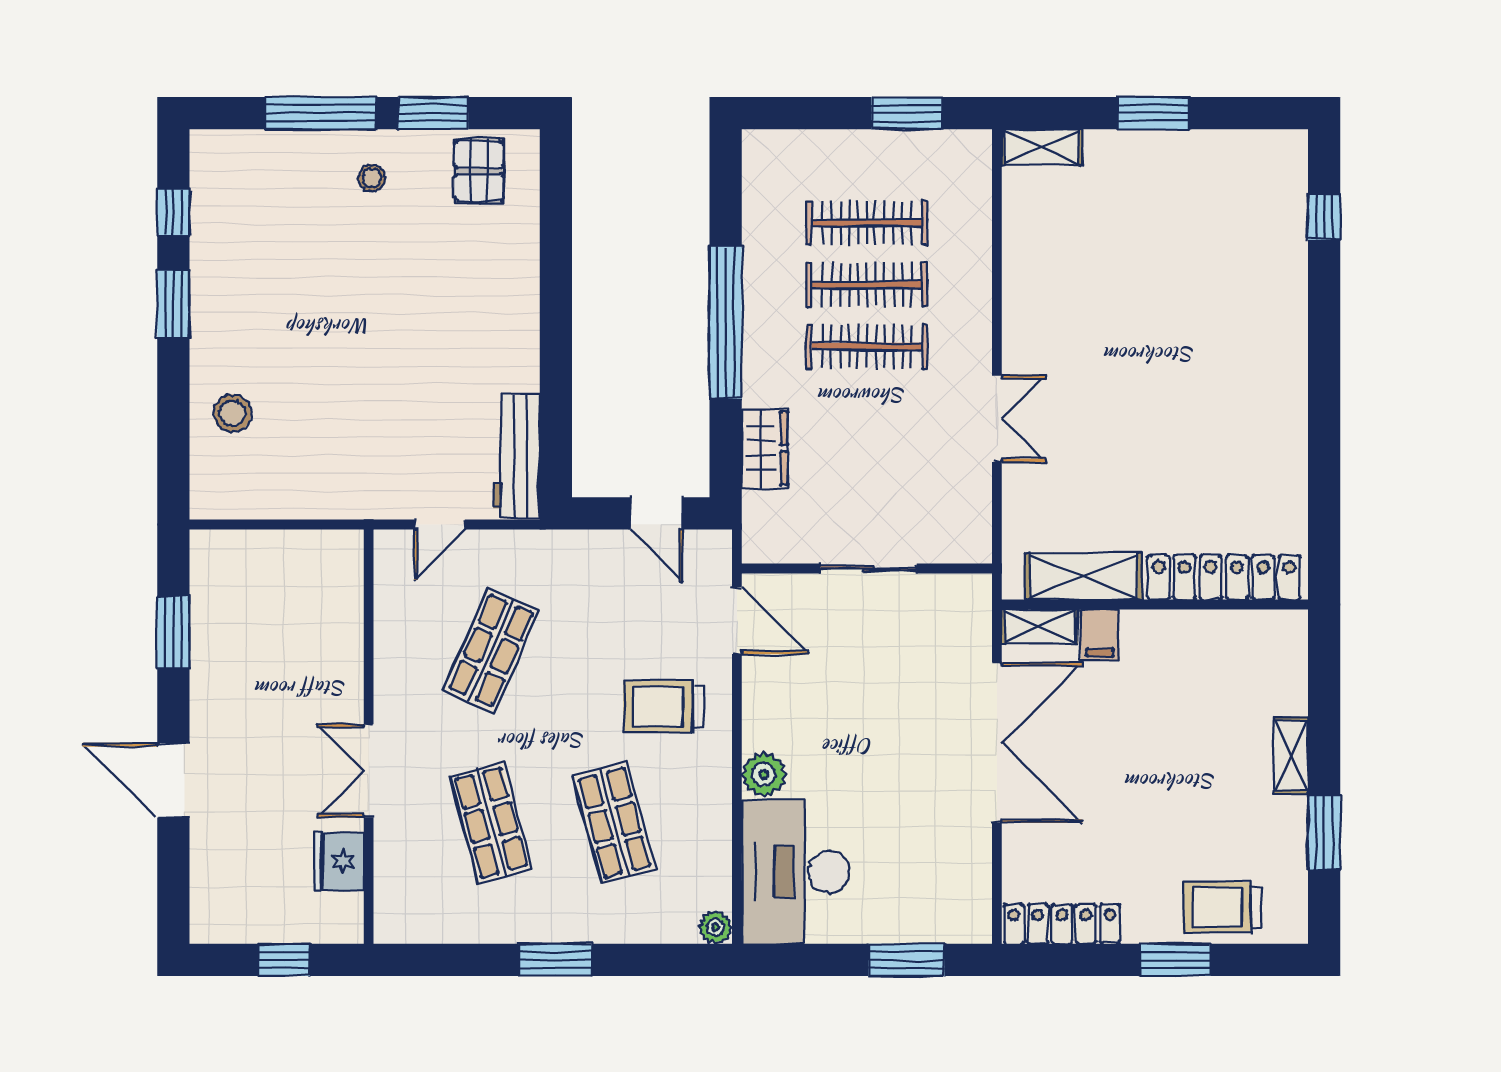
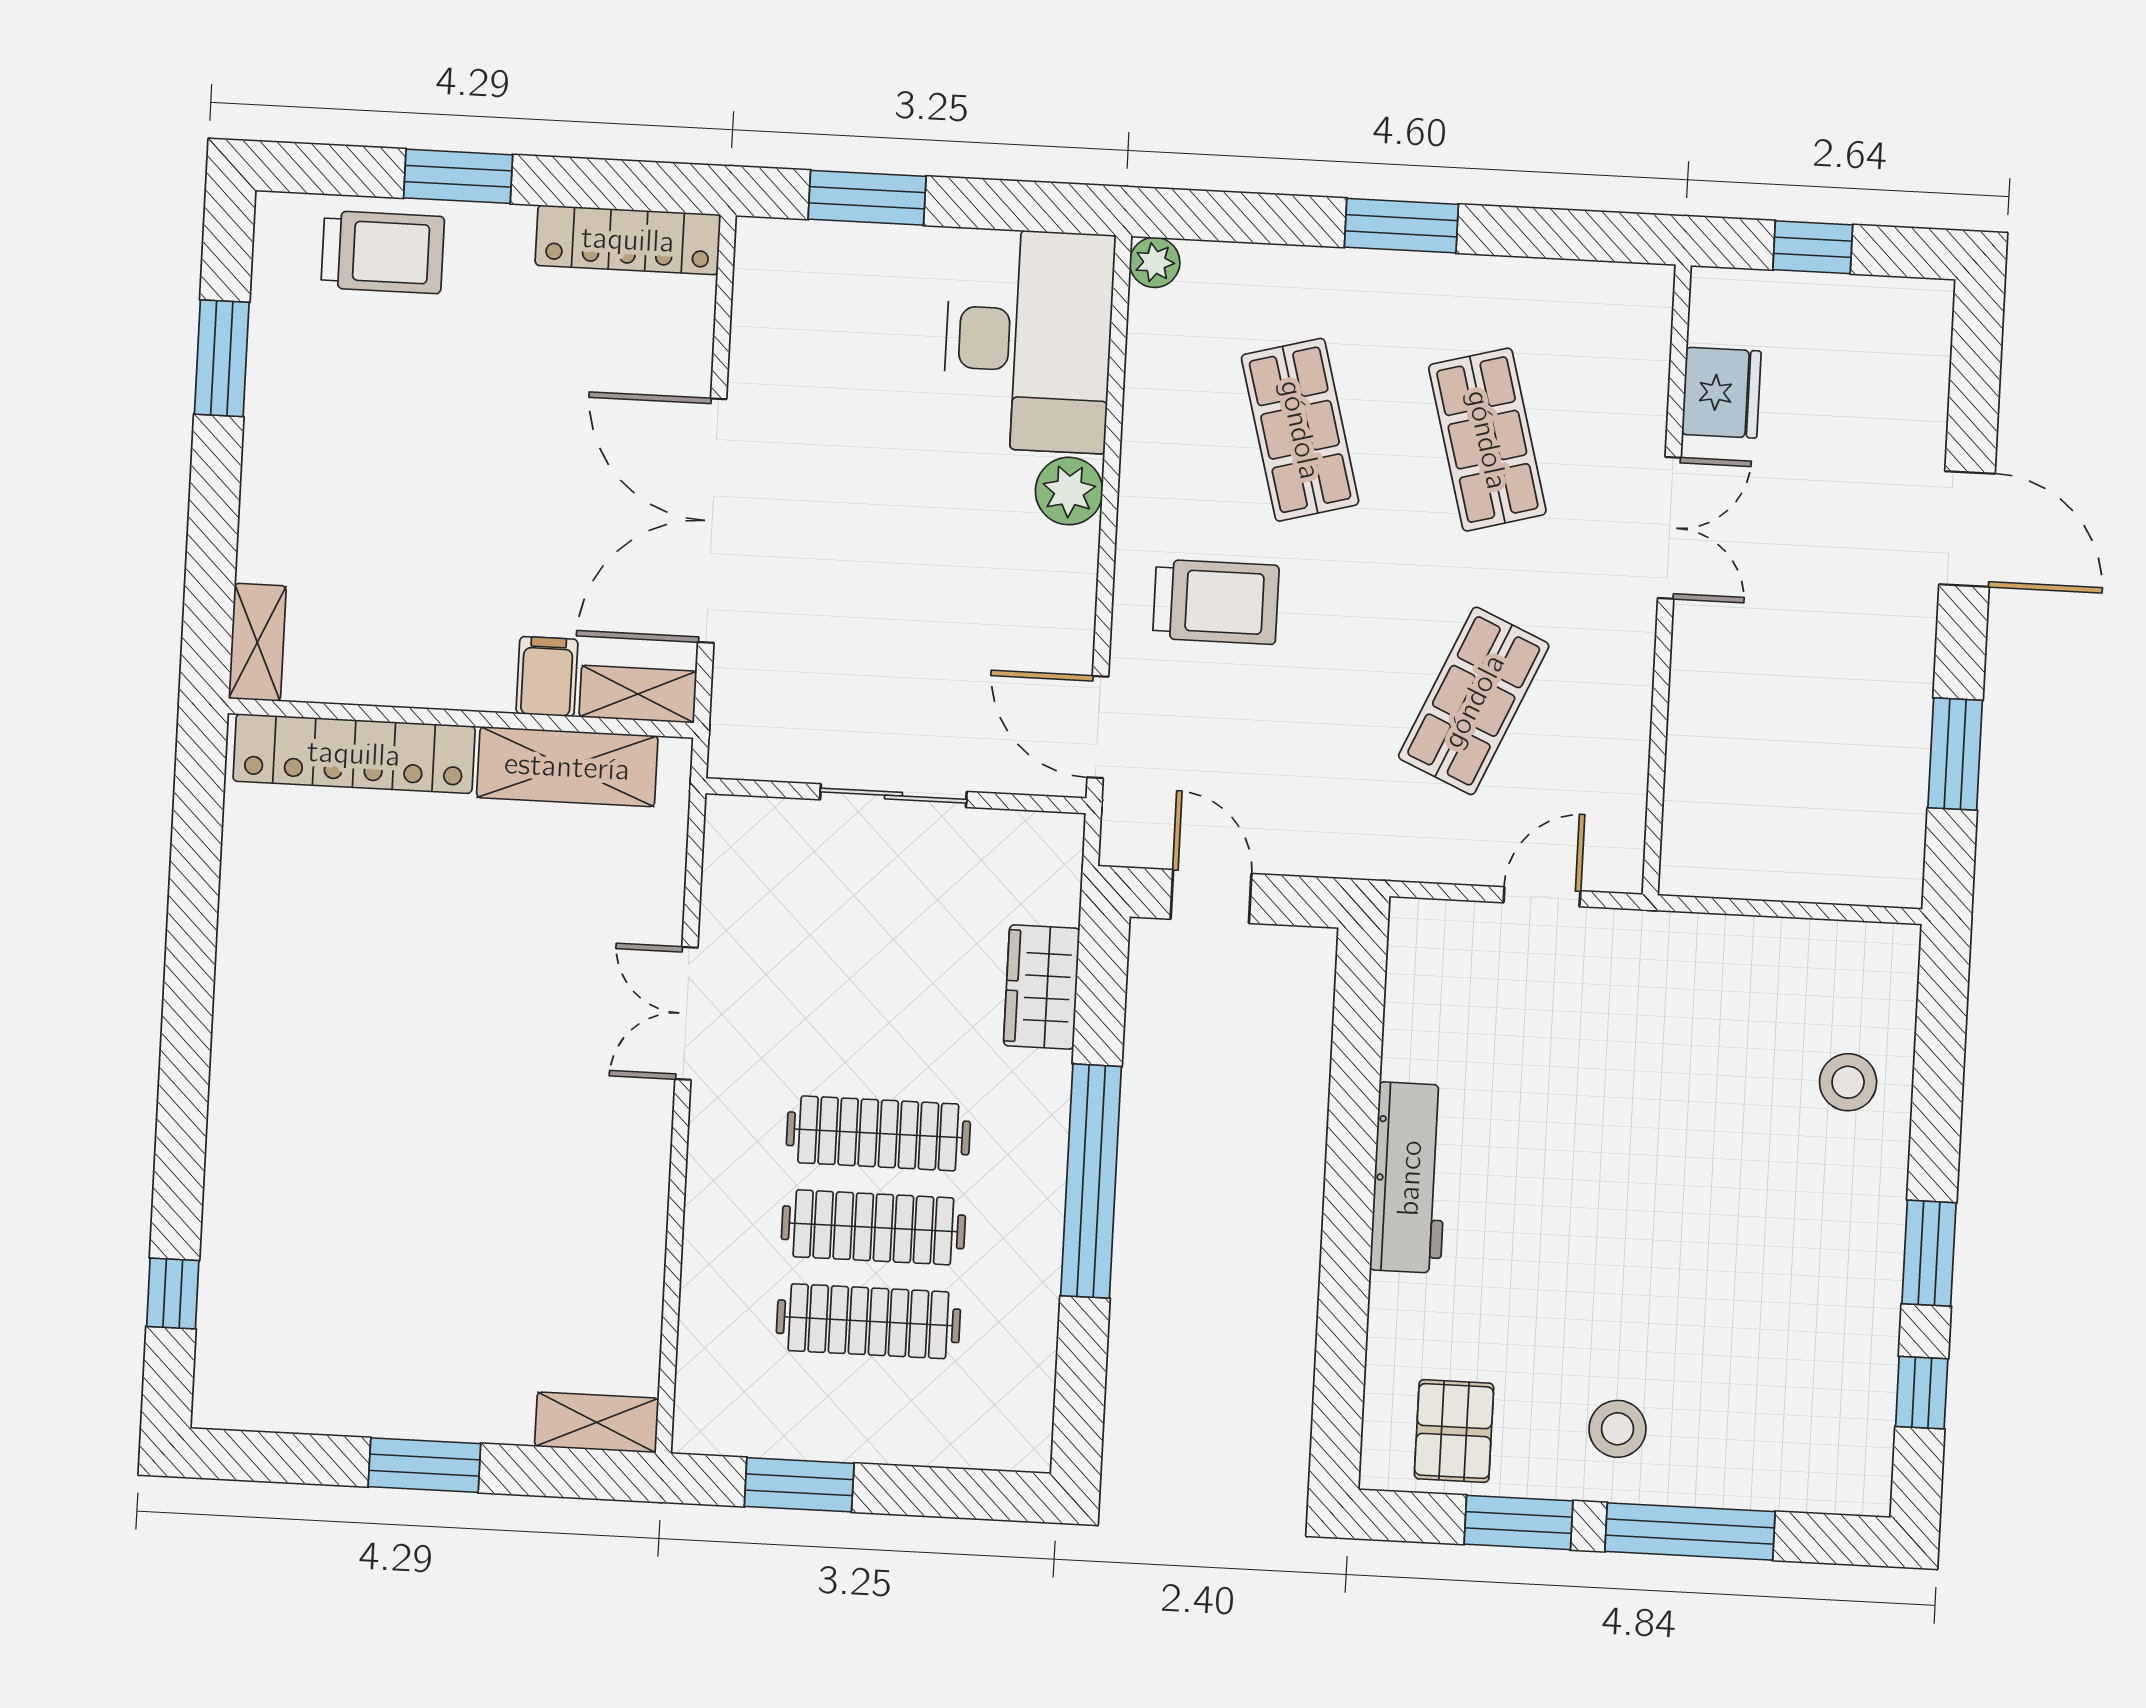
stool: (372, 178) -> (1617, 1429), width x1.37, depth x1.37
workbench: (517, 456) -> (1410, 1178), moved
shelving: (1291, 756) -> (257, 642), moved

